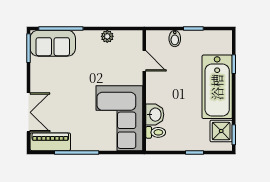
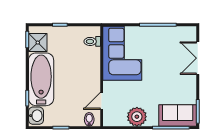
plant: (107, 36) -> (137, 117), width x1.87, depth x1.87
bidet: (175, 39) -> (89, 119), moved
door: (144, 61) -> (102, 101), hinge flipped
washbasin: (155, 115) -> (36, 116), moved, turned 180
piano: (50, 142) -> (180, 34), removed

